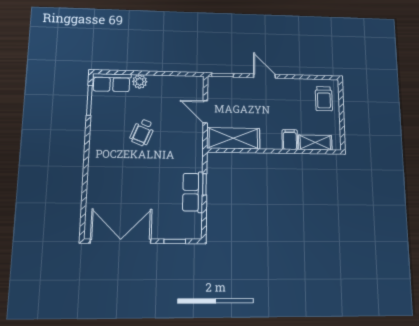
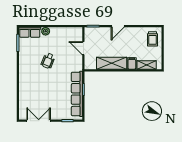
door: (265, 76) -> (118, 26), swing flipped
shelving: (233, 138) -> (112, 63), moved
row of seats: (193, 192) -> (77, 94), width x2.02
double door: (121, 241) -> (39, 121), width x0.73

